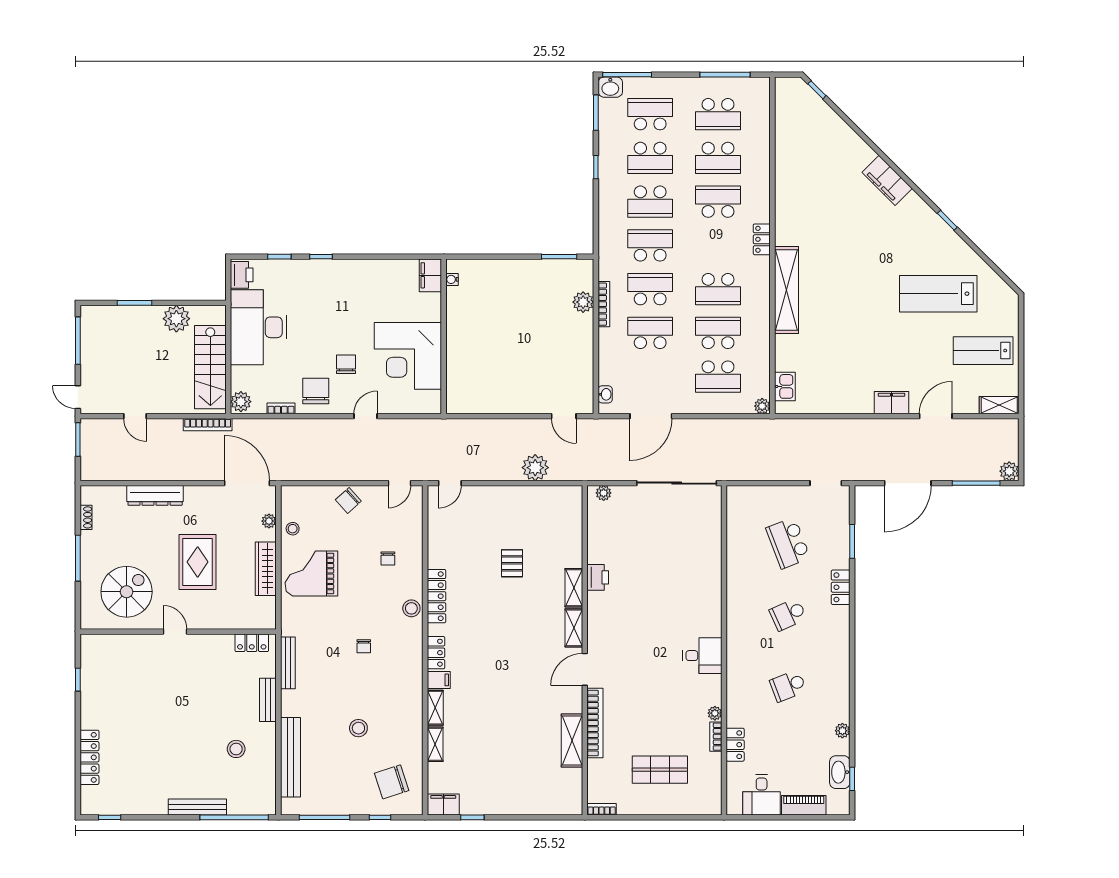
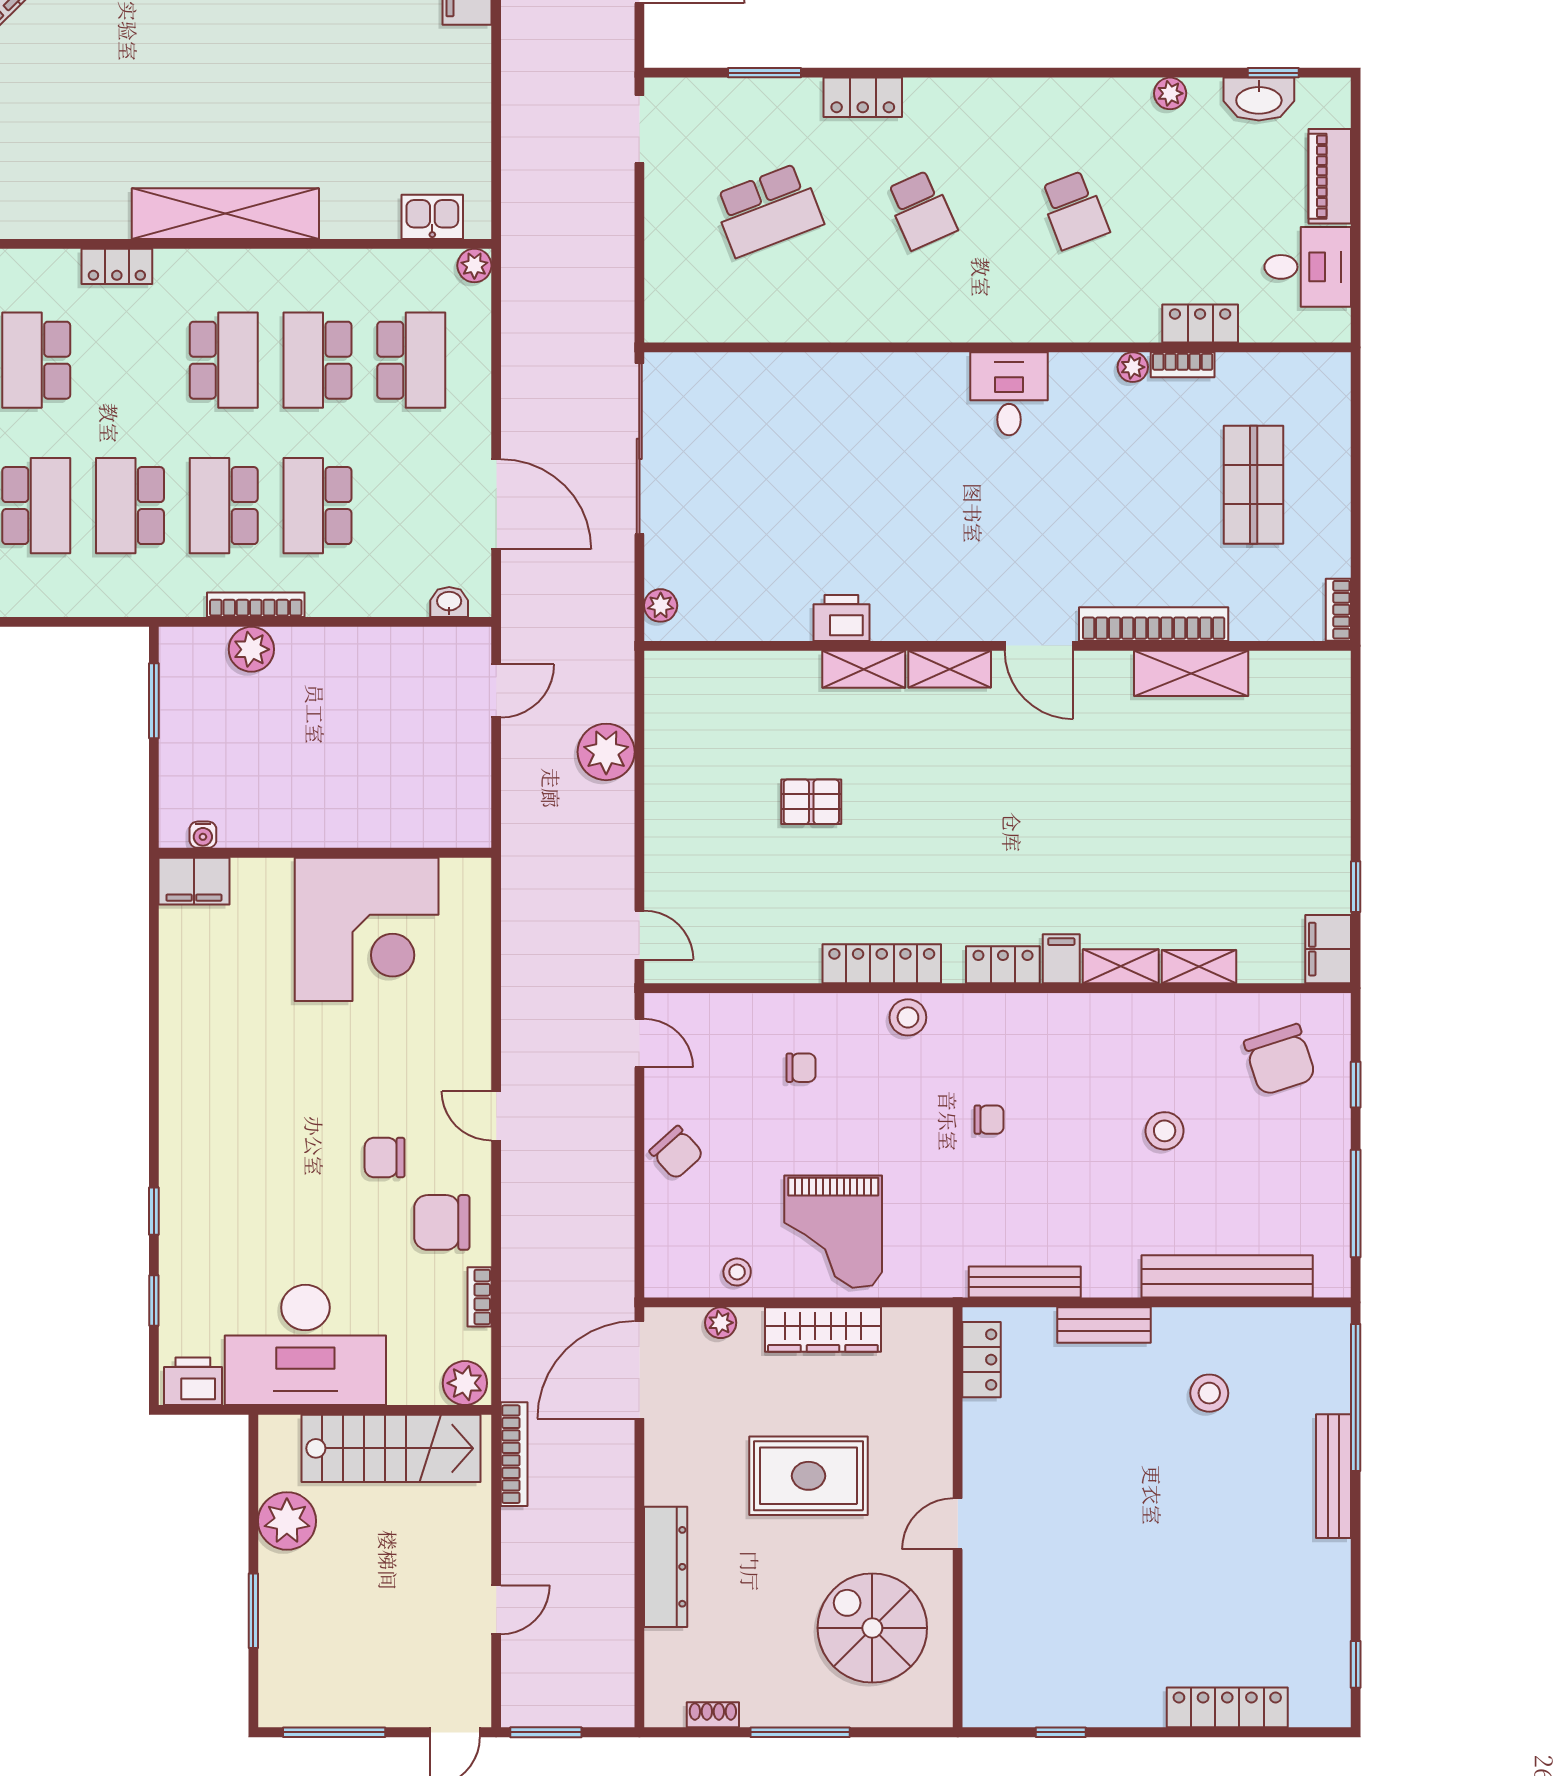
filing cabinet: (430, 275) -> (194, 881), moved
water cooler: (452, 279) -> (203, 835), moved
wall: (444, 336) -> (325, 853), moved
corner desk: (408, 356) -> (367, 929), moved

